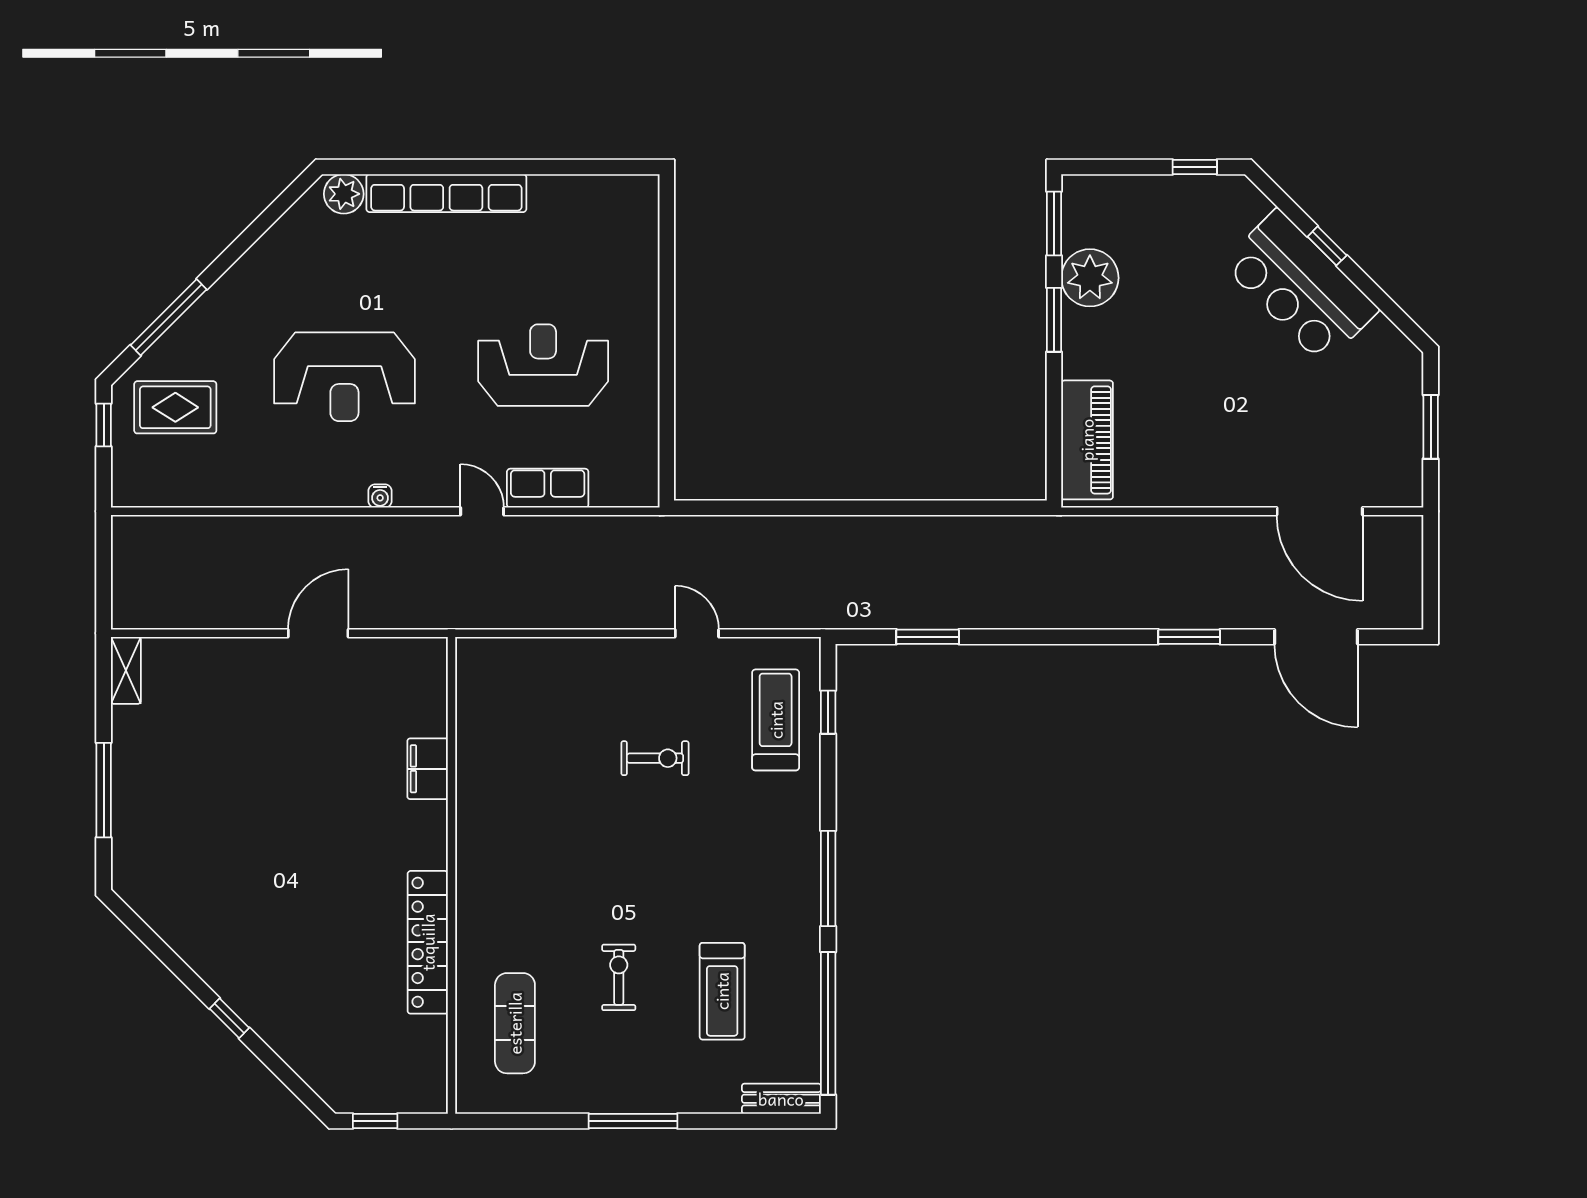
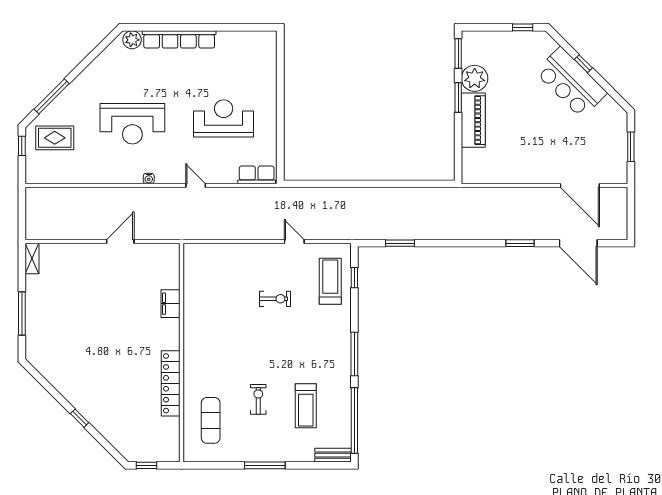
piano: (1087, 440) -> (473, 120), moved
row of seats: (548, 488) -> (257, 175), moved

